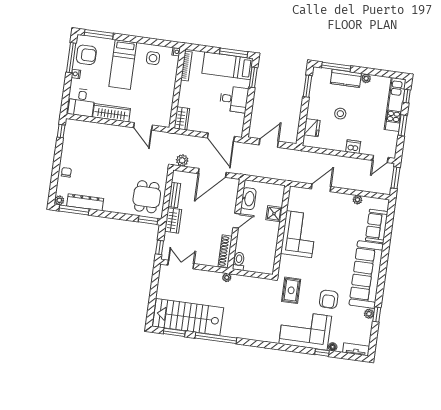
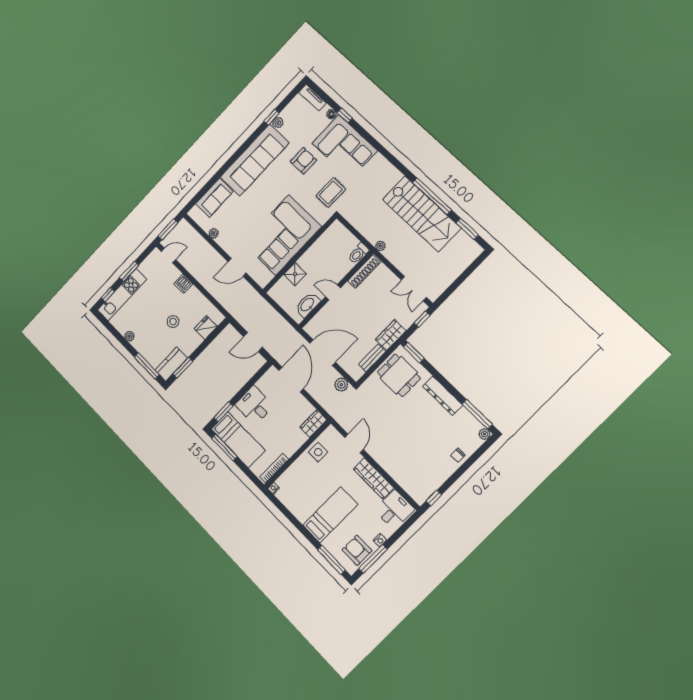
side table: (153, 58) -> (318, 452), moved
kitchen counter: (346, 78) -> (171, 364), moved, turned -90
dining table: (147, 197) -> (399, 375), turned 90
dresser: (85, 202) -> (443, 396), moved
corner sofa: (299, 234) -> (282, 235), width x1.36, depth x1.36
stairs: (188, 317) -> (422, 214), moved

